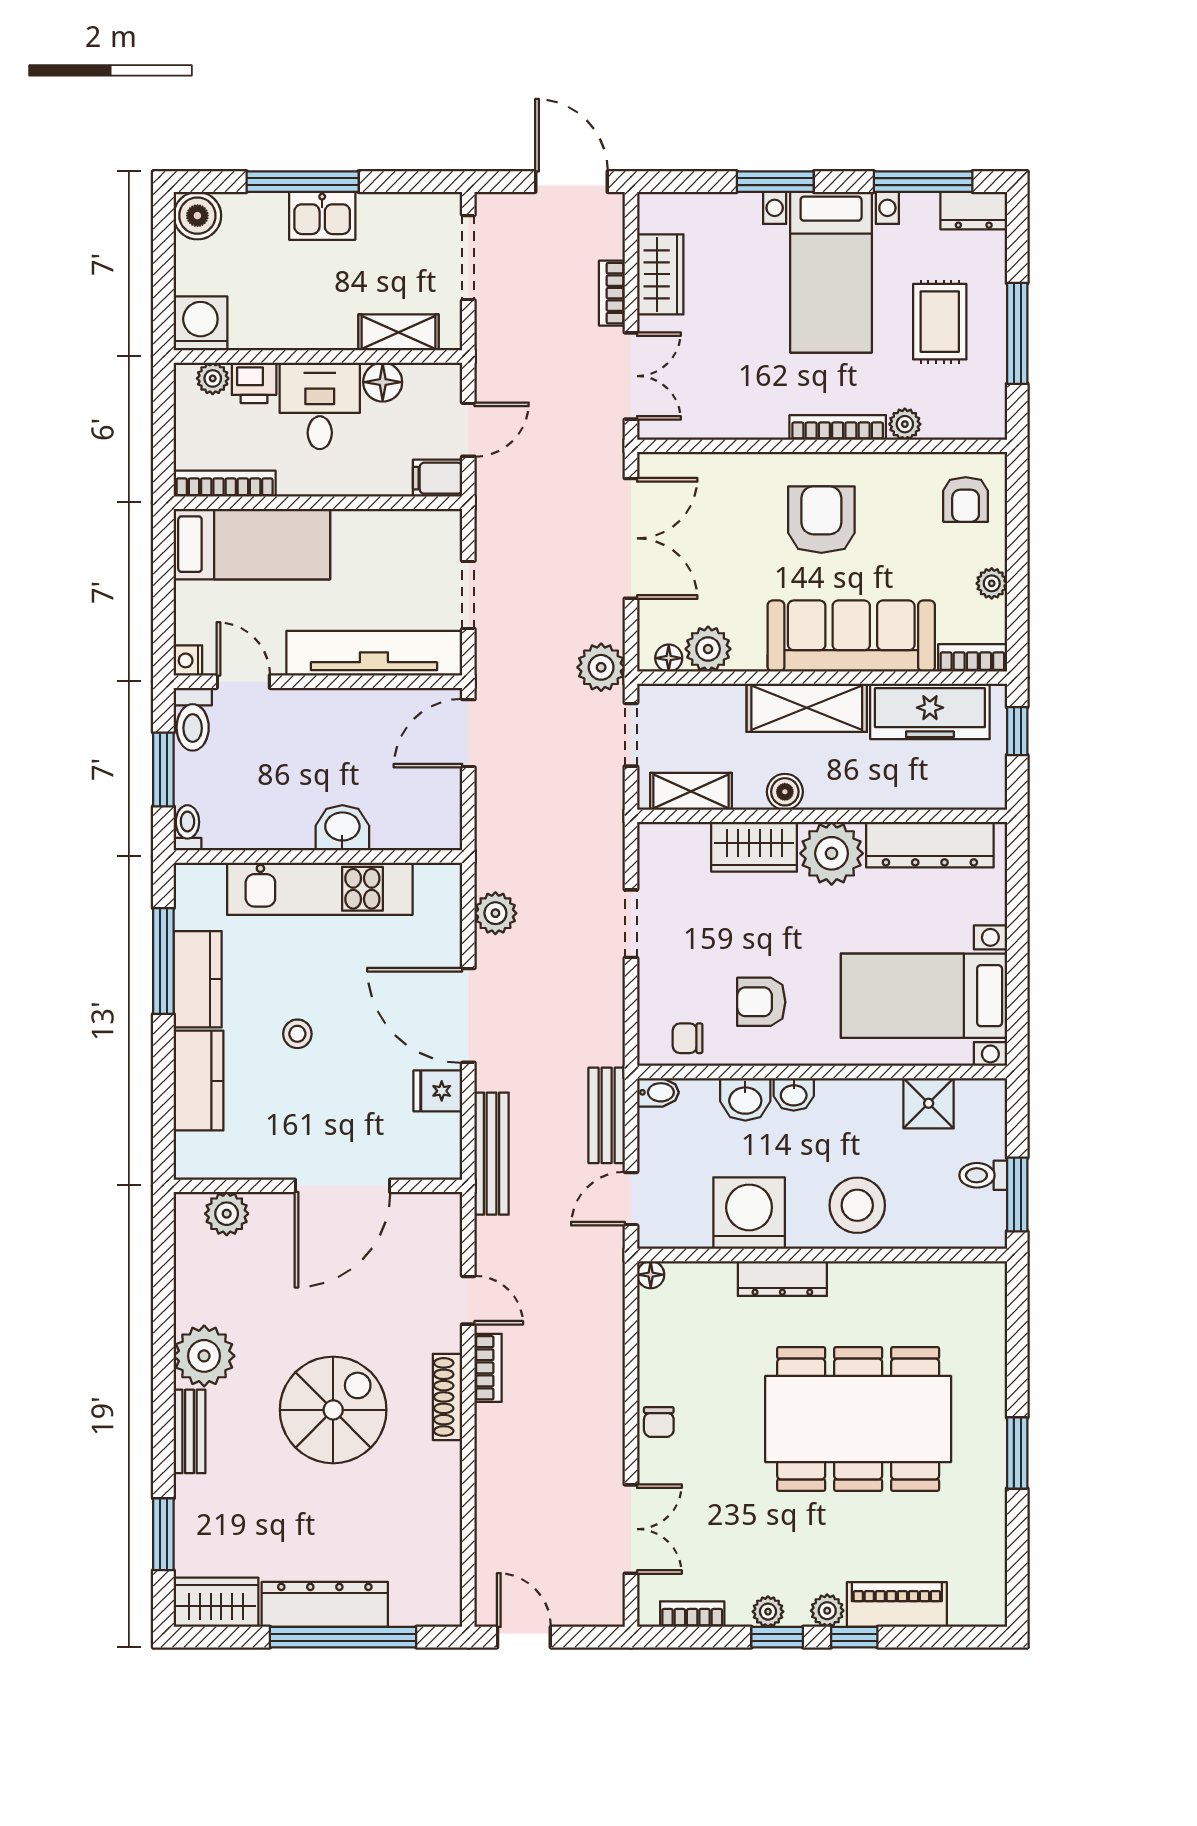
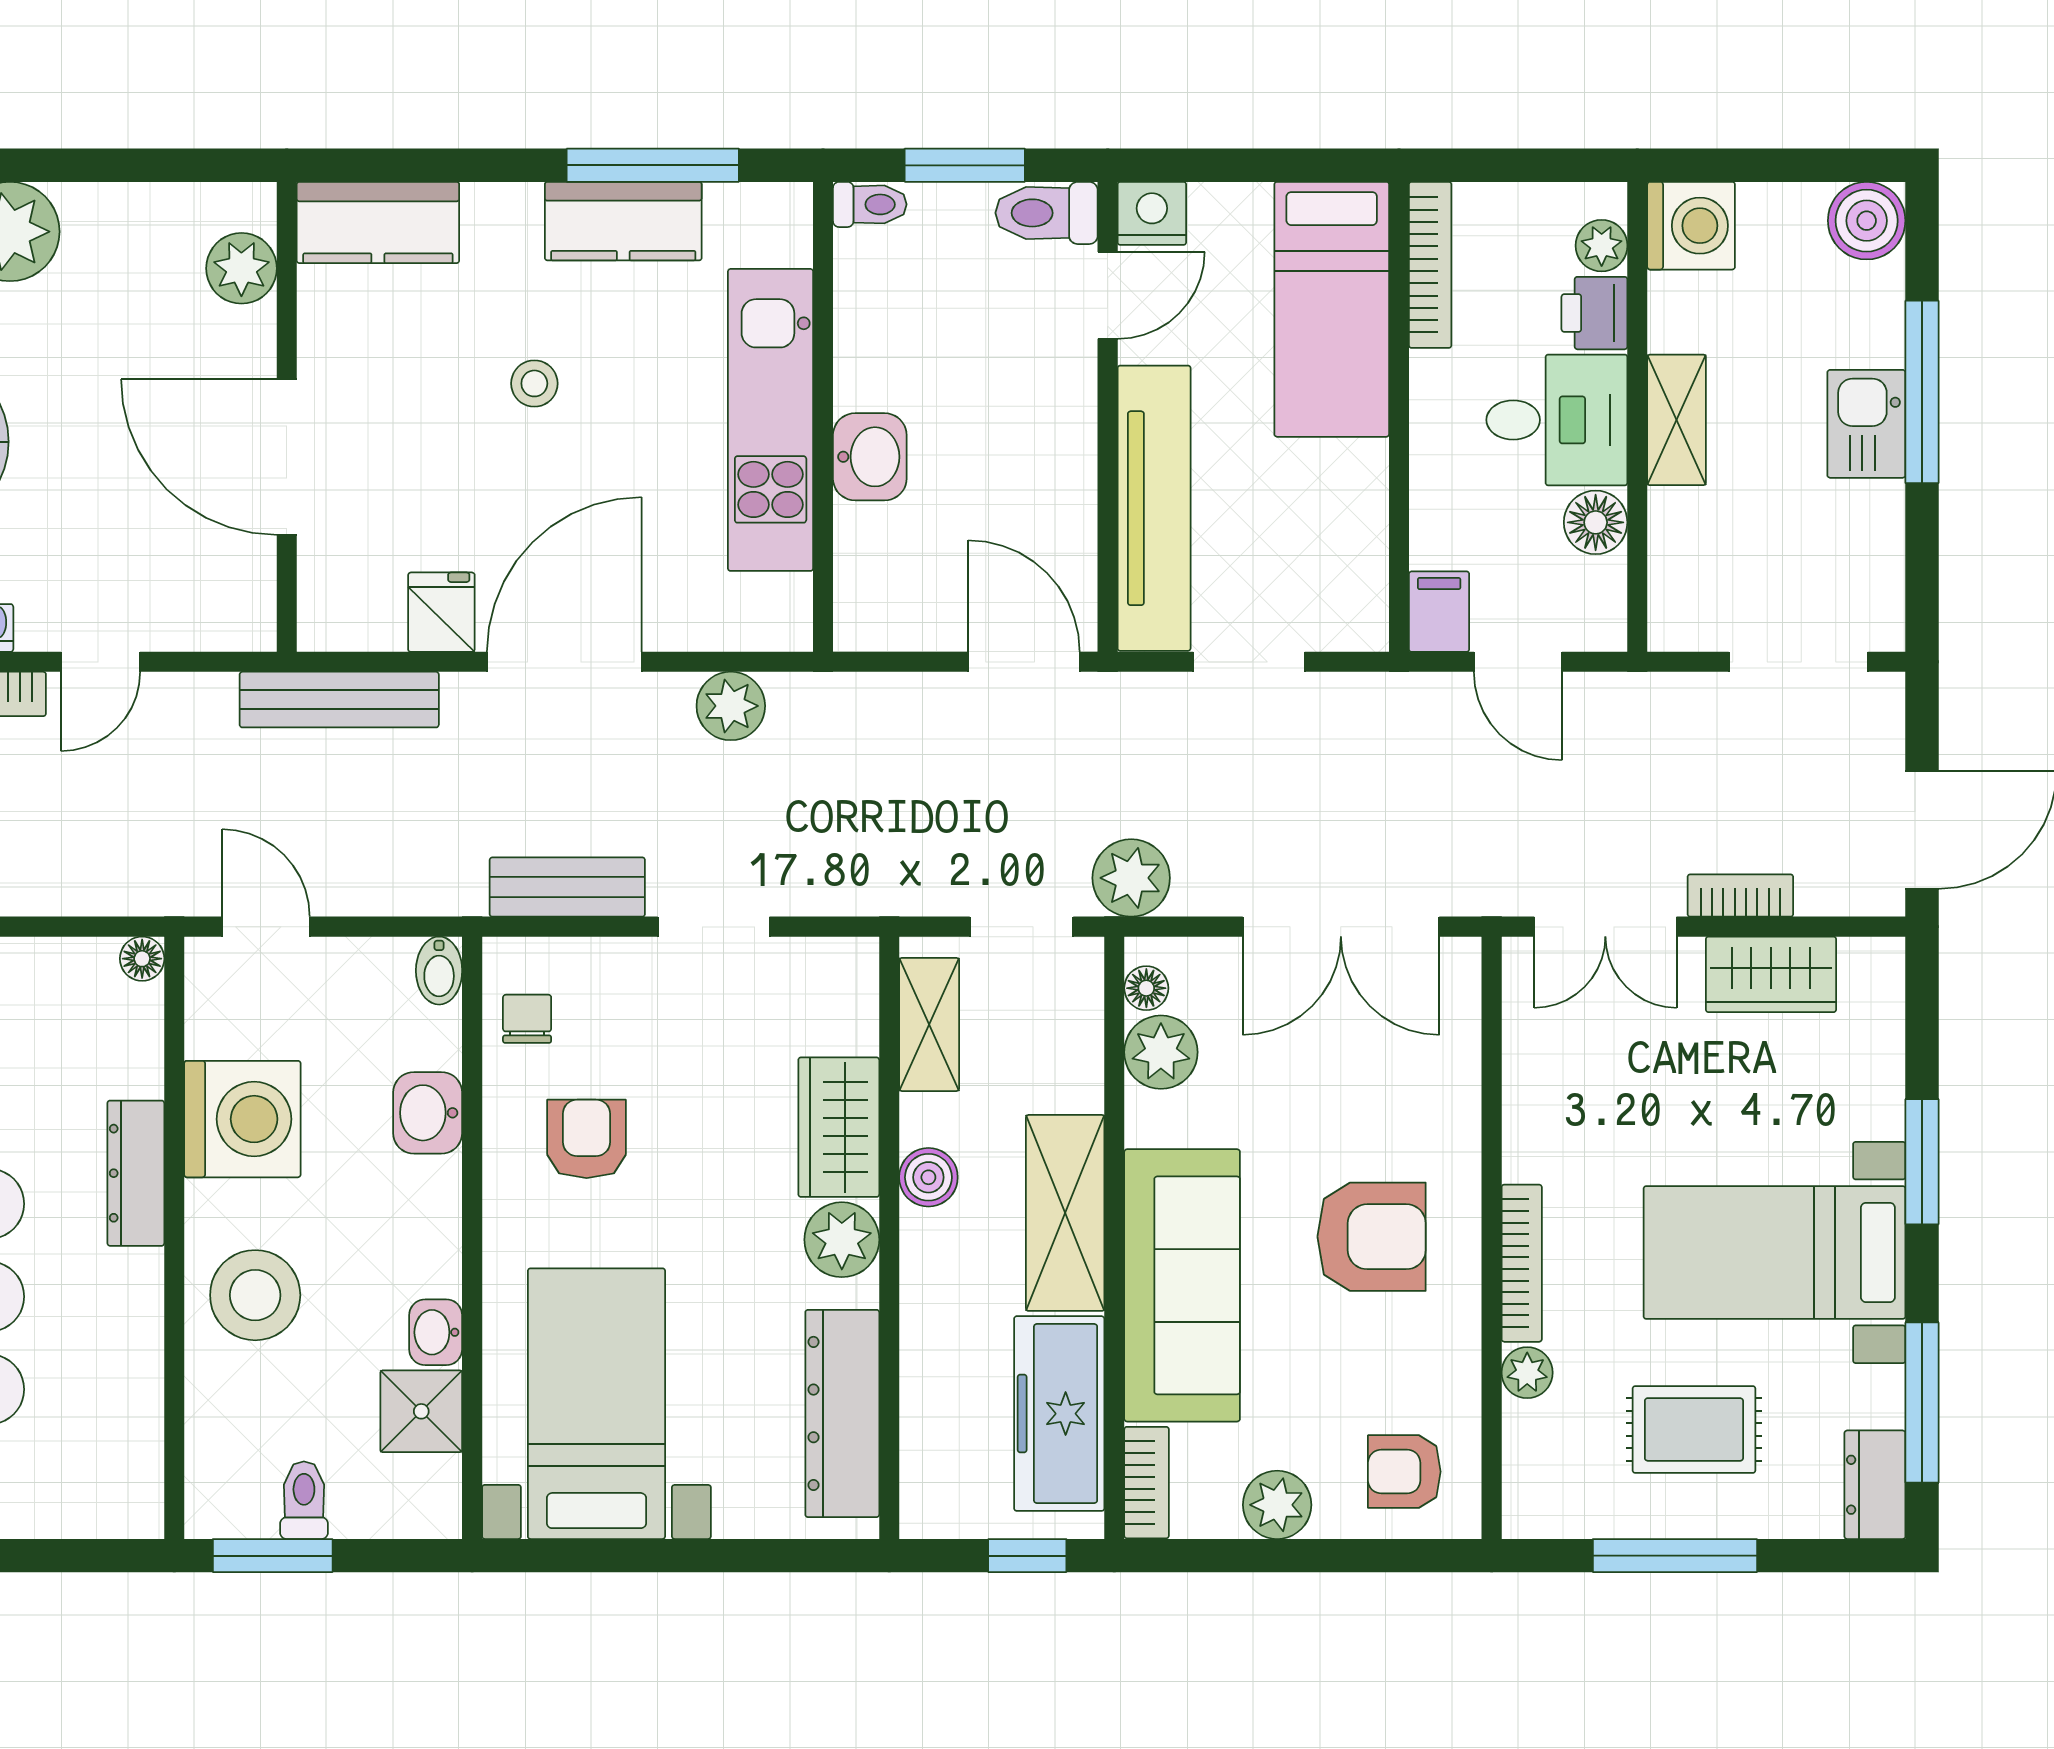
shelving: (398, 332) -> (1677, 420), moved
plant: (992, 583) -> (1277, 1505), width x1.38, depth x1.38
nightstand: (188, 660) -> (1152, 213), width x1.39, depth x1.35
plant: (832, 853) -> (842, 1240), width x0.73, depth x0.73
kitchen counter: (198, 1081) -> (378, 222), moved
washbasin: (794, 1094) -> (436, 1332), moved
bench: (607, 1115) -> (567, 887), moved

